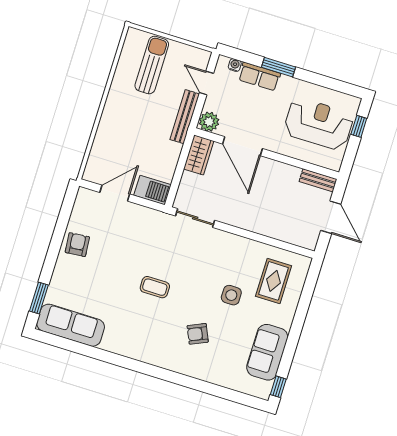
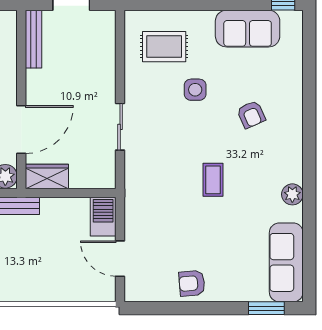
bench: (318, 180) -> (34, 39), width x1.36
sliding door: (195, 218) -> (120, 127), moved
plant: (123, 347) -> (292, 194), added

